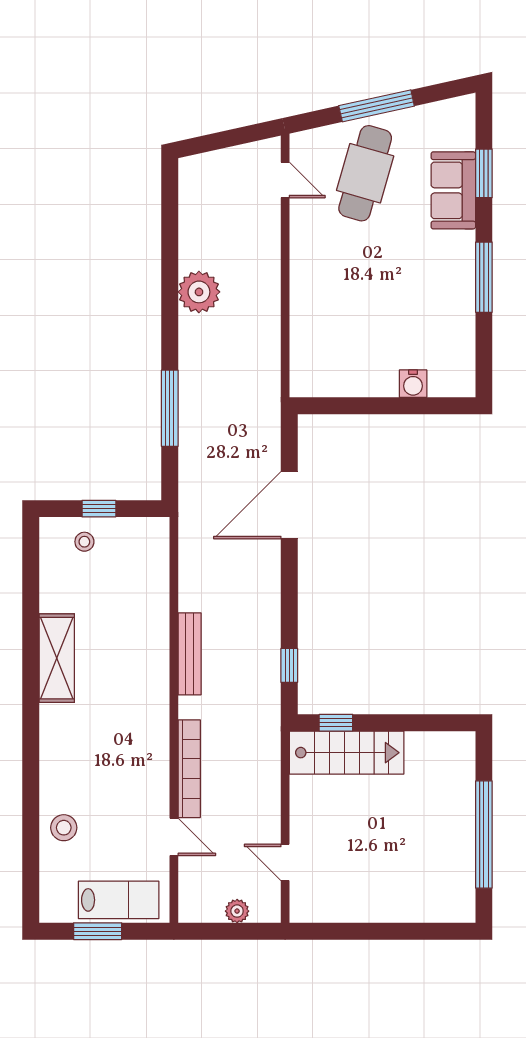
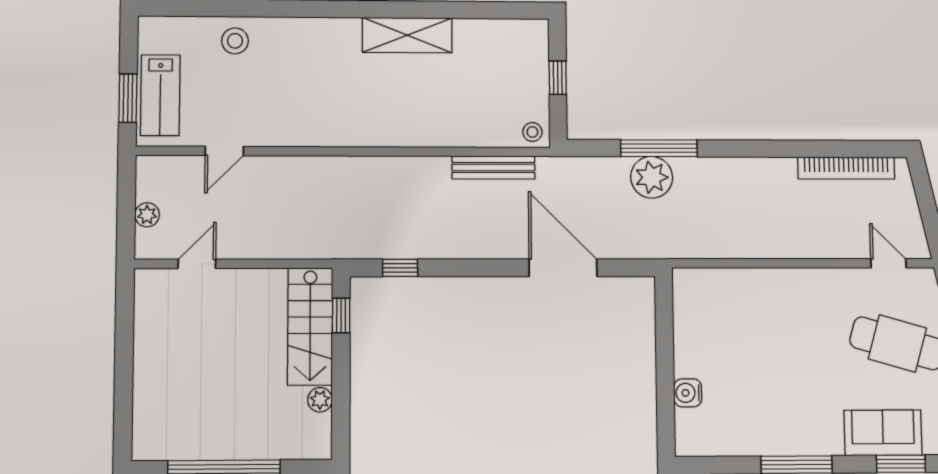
door: (285, 180) -> (888, 263), swing flipped
plant: (199, 292) -> (652, 177), moved
stool: (84, 542) -> (532, 132), moved
bench: (190, 654) -> (493, 167), moved
plant: (418, 743) -> (320, 400), added
bookcase: (189, 769) -> (846, 168), moved
window: (98, 931) -> (128, 98), moved

